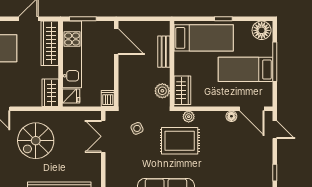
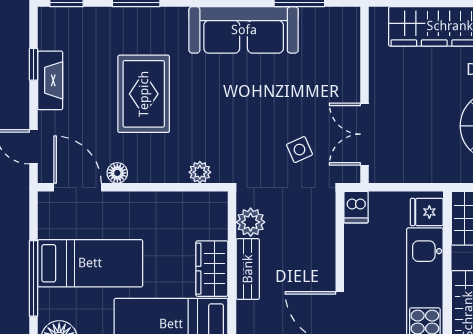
bench: (164, 52) -> (248, 269), moved
wardrobe: (182, 90) -> (212, 269), moved
double door: (103, 136) -> (364, 134), swing flipped
rug: (180, 141) -> (144, 94), moved, turned 90
fireplace: (266, 164) -> (50, 80), added

